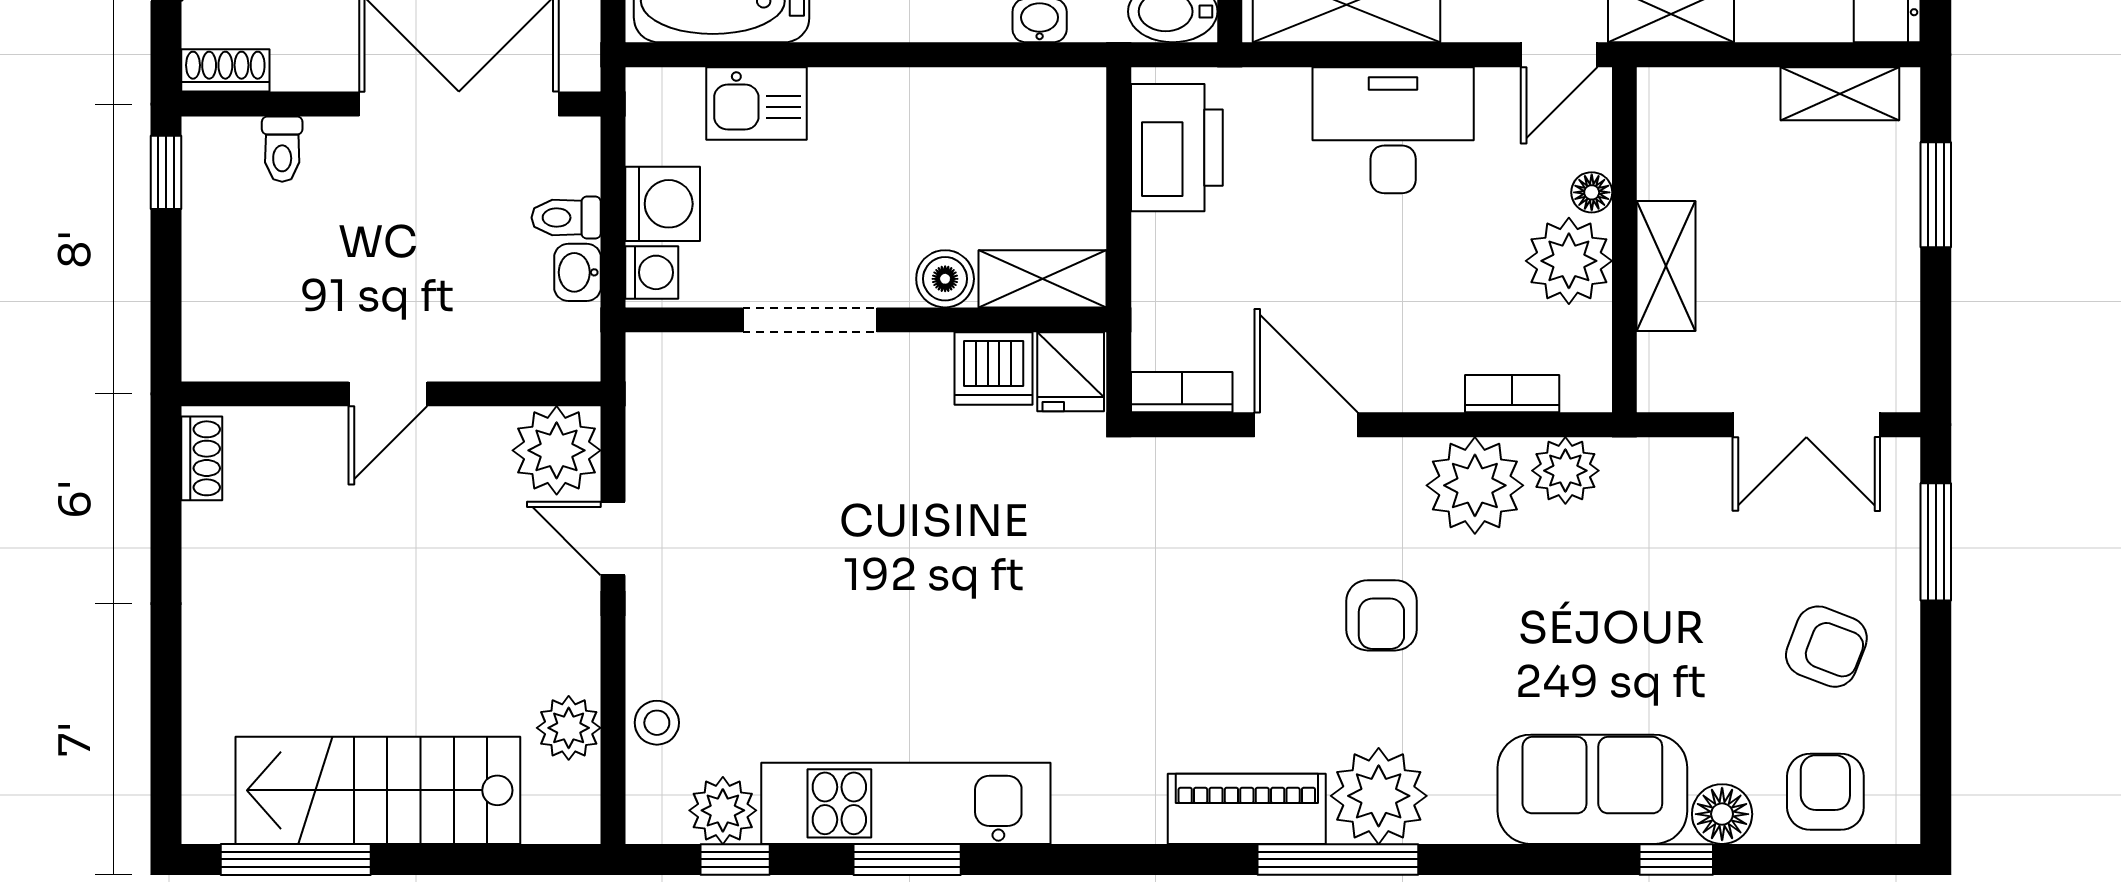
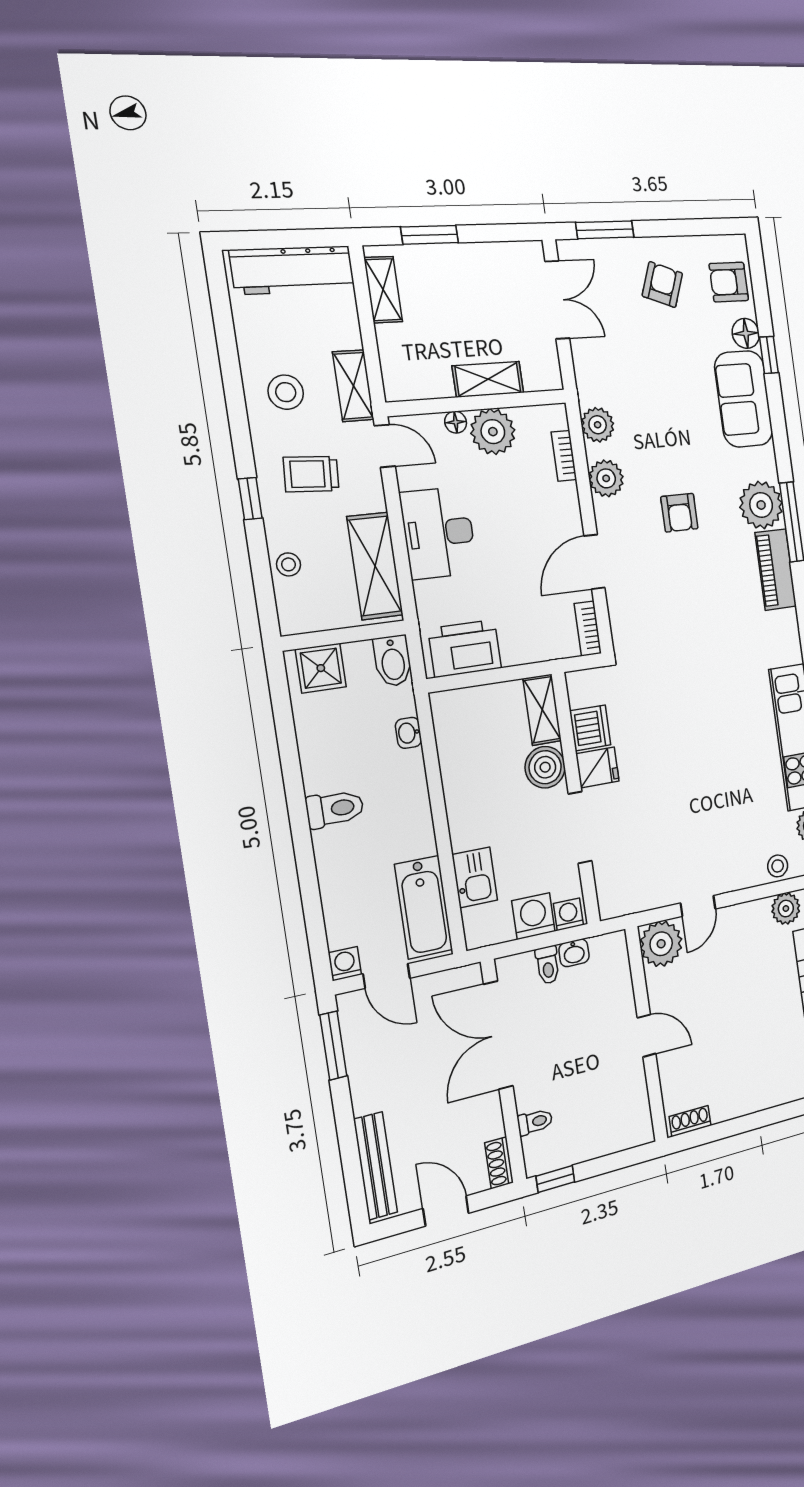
boiler: (945, 279) -> (545, 767), width x1.36, depth x1.36
fridge: (1071, 372) -> (597, 767), moved
plant: (1475, 485) -> (606, 478), width x0.73, depth x0.73
armchair: (1381, 615) -> (679, 513), turned 90

